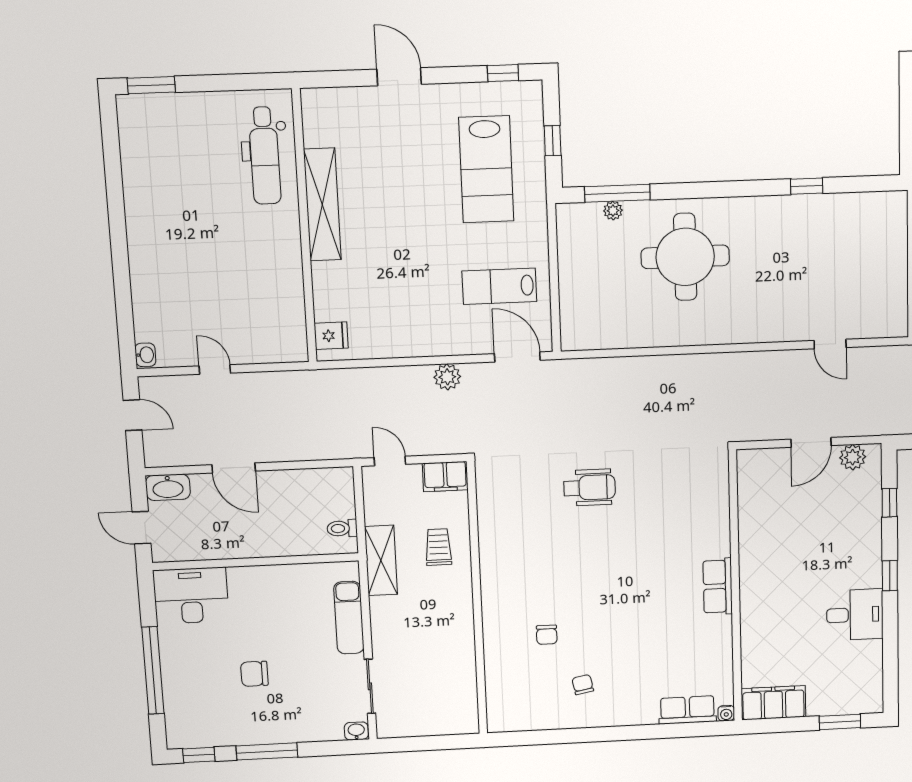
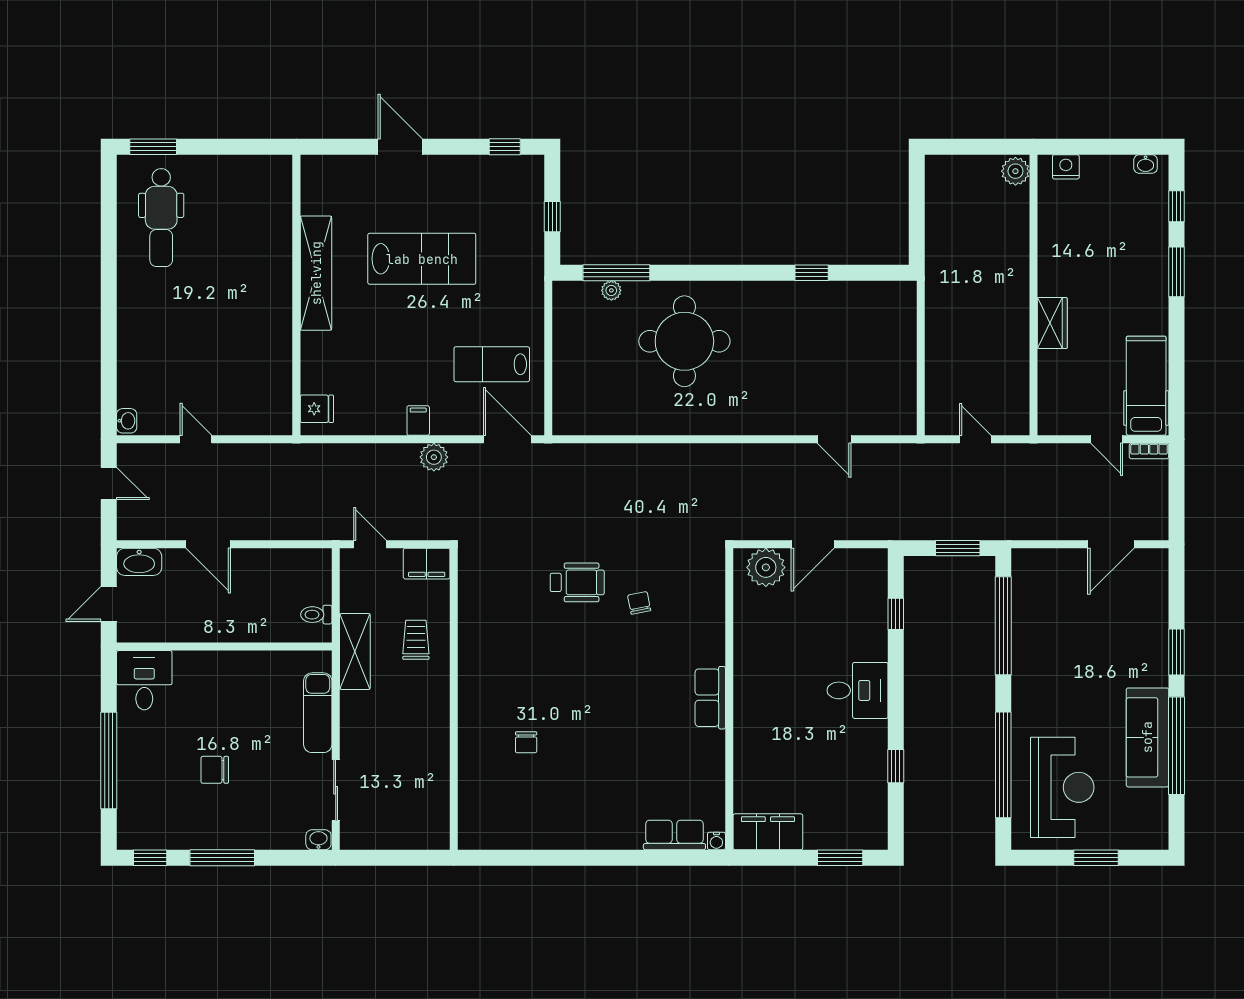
dental chair: (265, 156) -> (161, 218), moved
lab bench: (486, 169) -> (422, 259), moved, turned -90
filing cabinet: (430, 343) -> (418, 420), added
plant: (853, 457) -> (766, 567), moved, width x1.36, depth x1.36
door: (142, 528) -> (109, 604), hinge flipped
window: (890, 576) -> (896, 766), moved
desk: (191, 596) -> (144, 680), width x0.73
desk: (855, 615) -> (858, 690), moved
chair: (583, 685) -> (639, 603), moved

